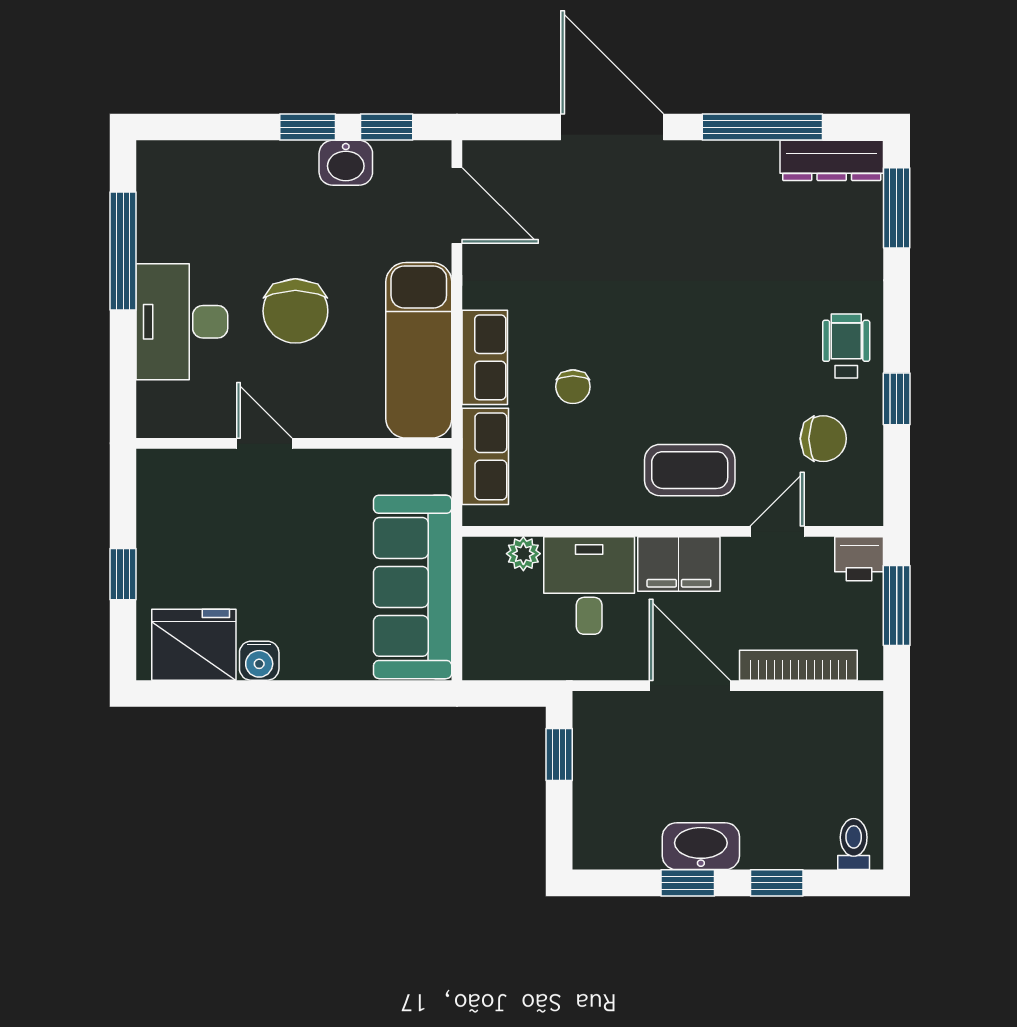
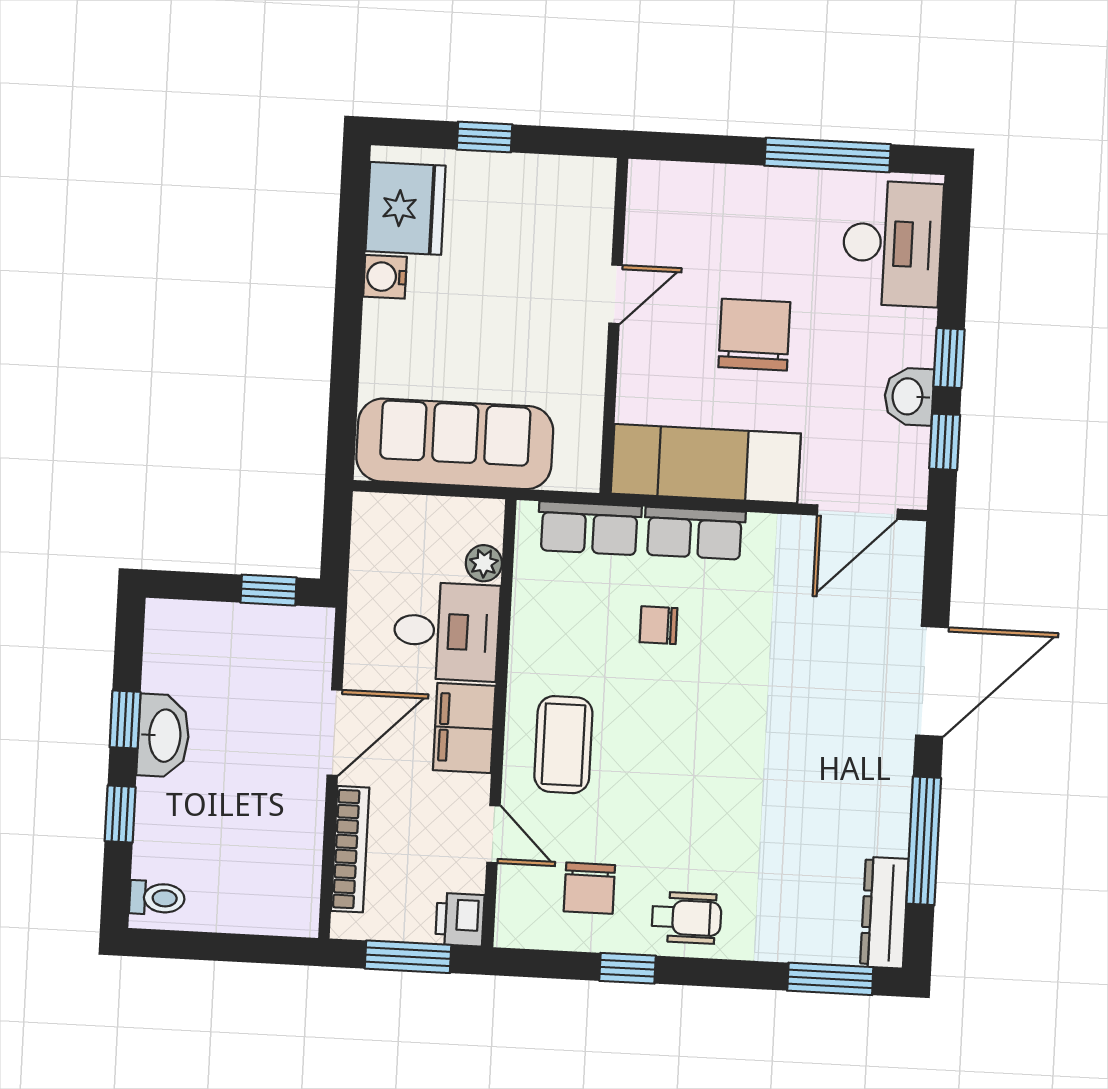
chair: (295, 311) -> (754, 335), turned 90
desk: (182, 322) -> (892, 244), moved, turned 90

